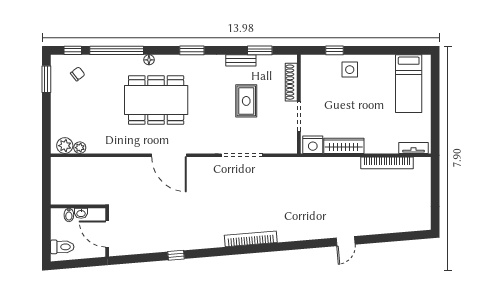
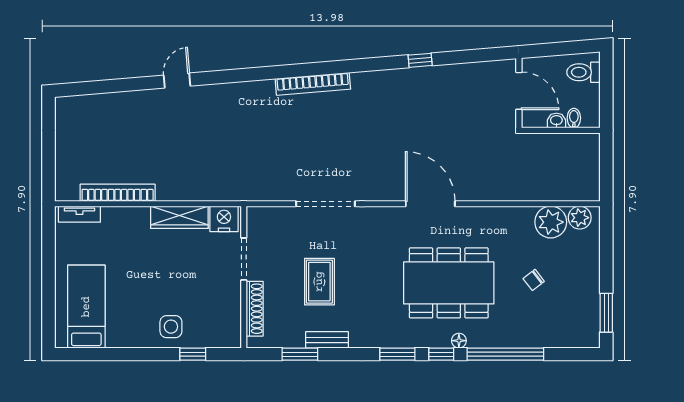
window: (73, 50) -> (441, 354), moved
chair: (78, 74) -> (534, 280), moved
plant: (80, 148) -> (551, 222), width x1.87, depth x1.87

